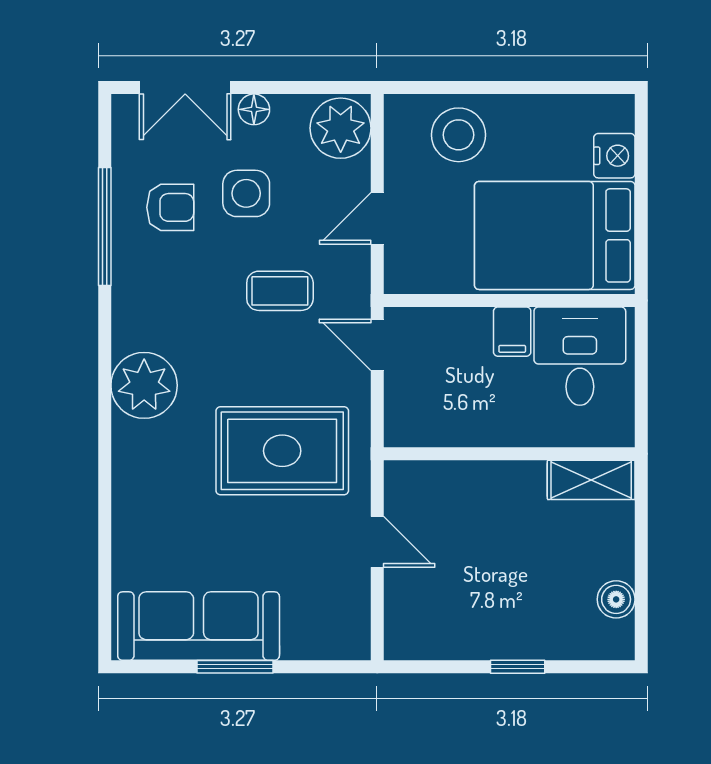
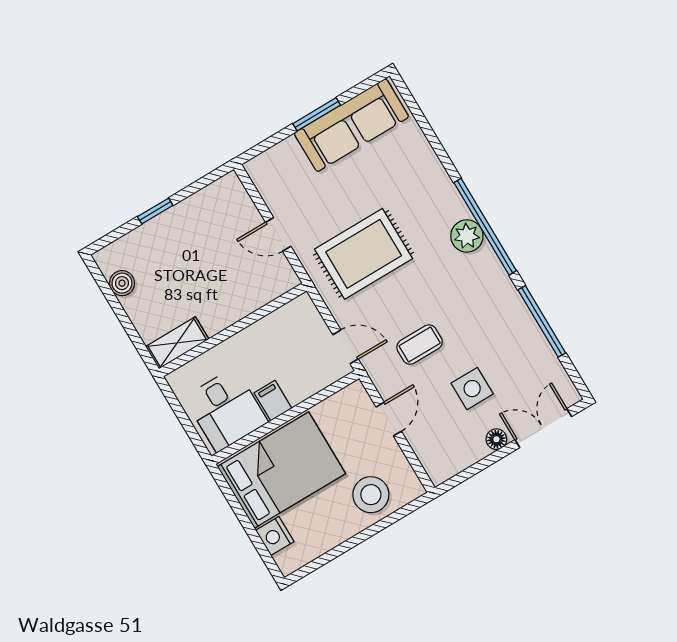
plant: (341, 128) -> (441, 458), removed
armchair: (170, 207) -> (511, 355), removed
plant: (144, 385) -> (467, 236), width x0.73, depth x0.73
window: (105, 392) -> (485, 227), added

